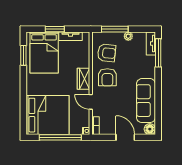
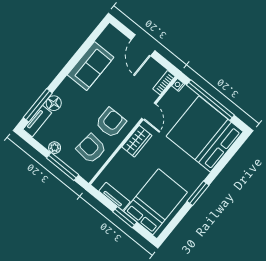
window: (23, 55) -> (198, 193), moved
sofa: (146, 101) -> (91, 66), width x0.73
floor lamp: (150, 129) -> (54, 103), moved

